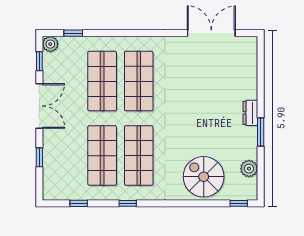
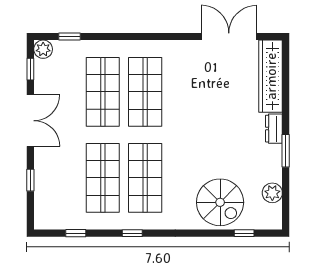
wardrobe: (247, 67) -> (271, 76), added
spiral stairs: (204, 177) -> (220, 202), turned 180
window: (239, 203) -> (244, 233), moved

